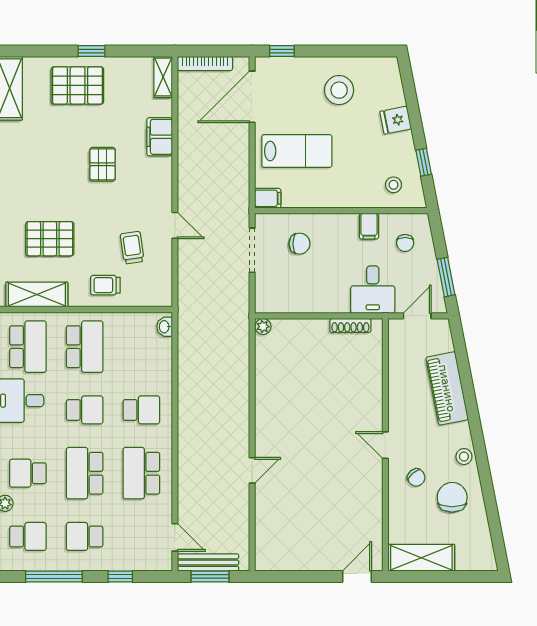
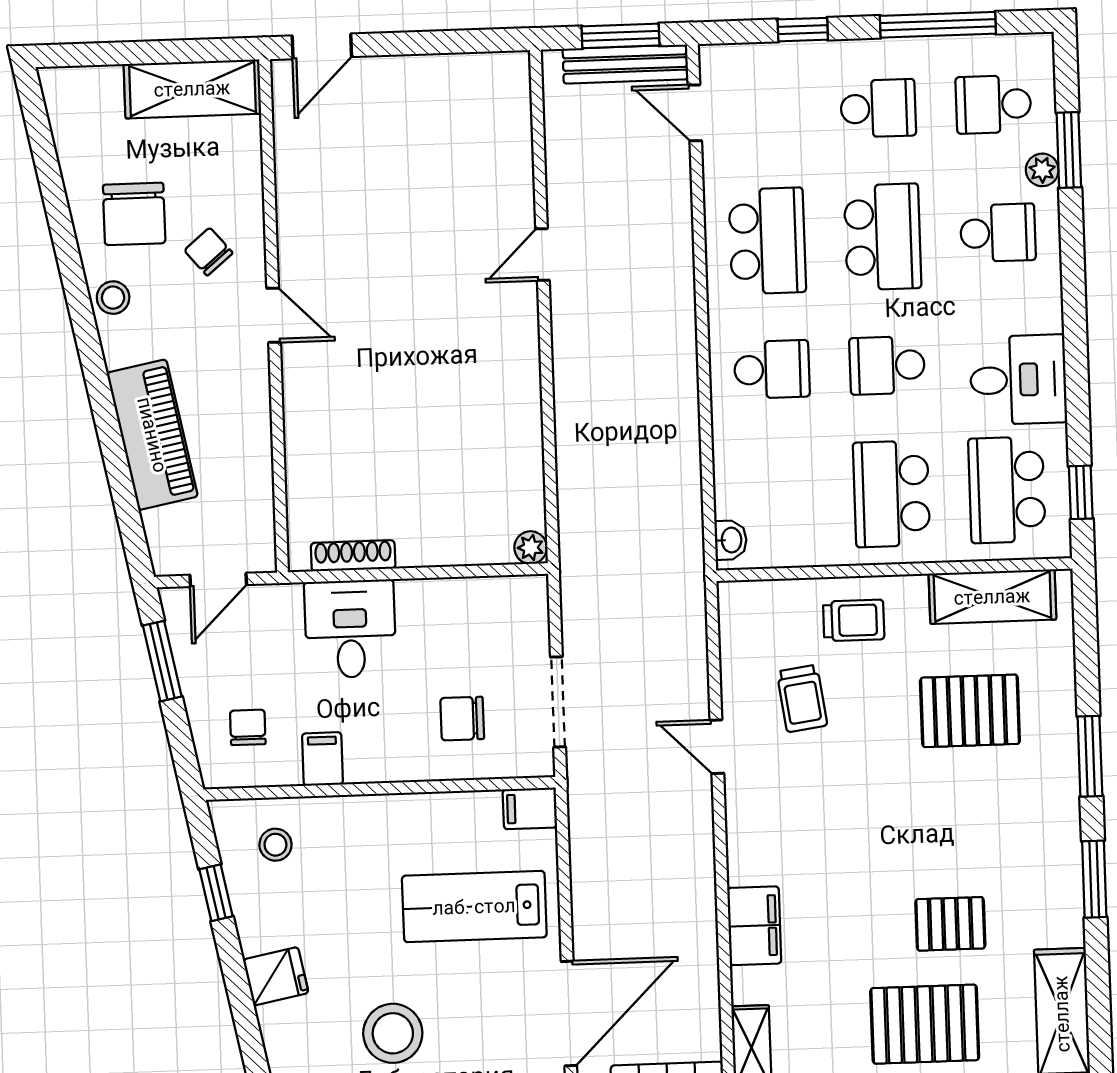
pallet: (103, 164) -> (950, 924), moved, turned 90
desk: (373, 290) -> (350, 629), moved
school desk: (141, 410) -> (772, 369), turned 180

